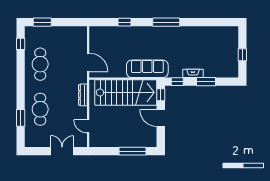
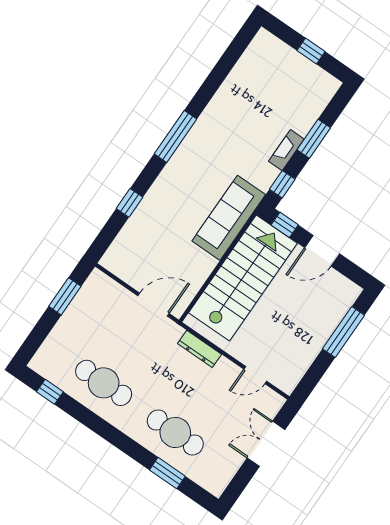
window: (42, 22) -> (65, 296), moved

